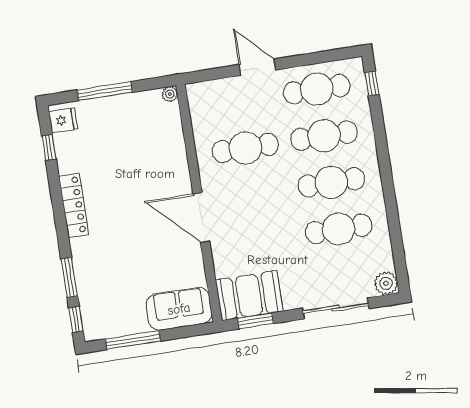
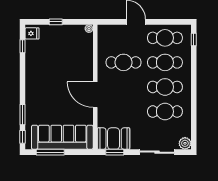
window: (105, 91) -> (56, 22), width x0.46
locker: (74, 205) -> (31, 78), removed
sofa: (179, 309) -> (62, 137), width x1.85, depth x1.27

